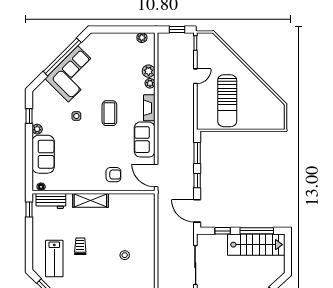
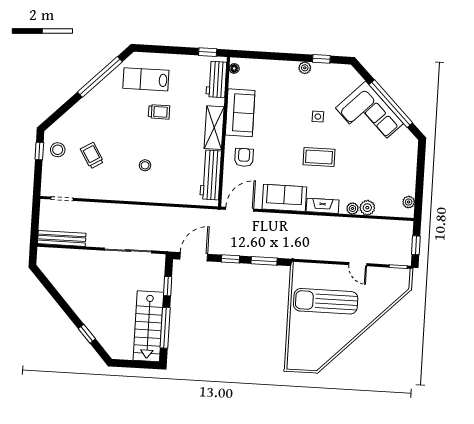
sofa: (43, 154) -> (240, 113), moved, turned -90
armchair: (113, 175) -> (244, 157), turned 180
workbench: (129, 201) -> (211, 175), added

